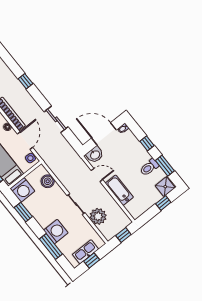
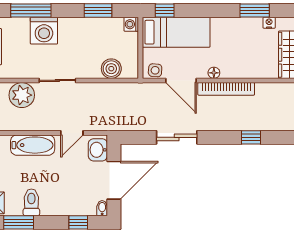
window: (147, 143) -> (78, 222), moved
washing machine: (22, 190) -> (131, 24), width x0.53, depth x0.53

